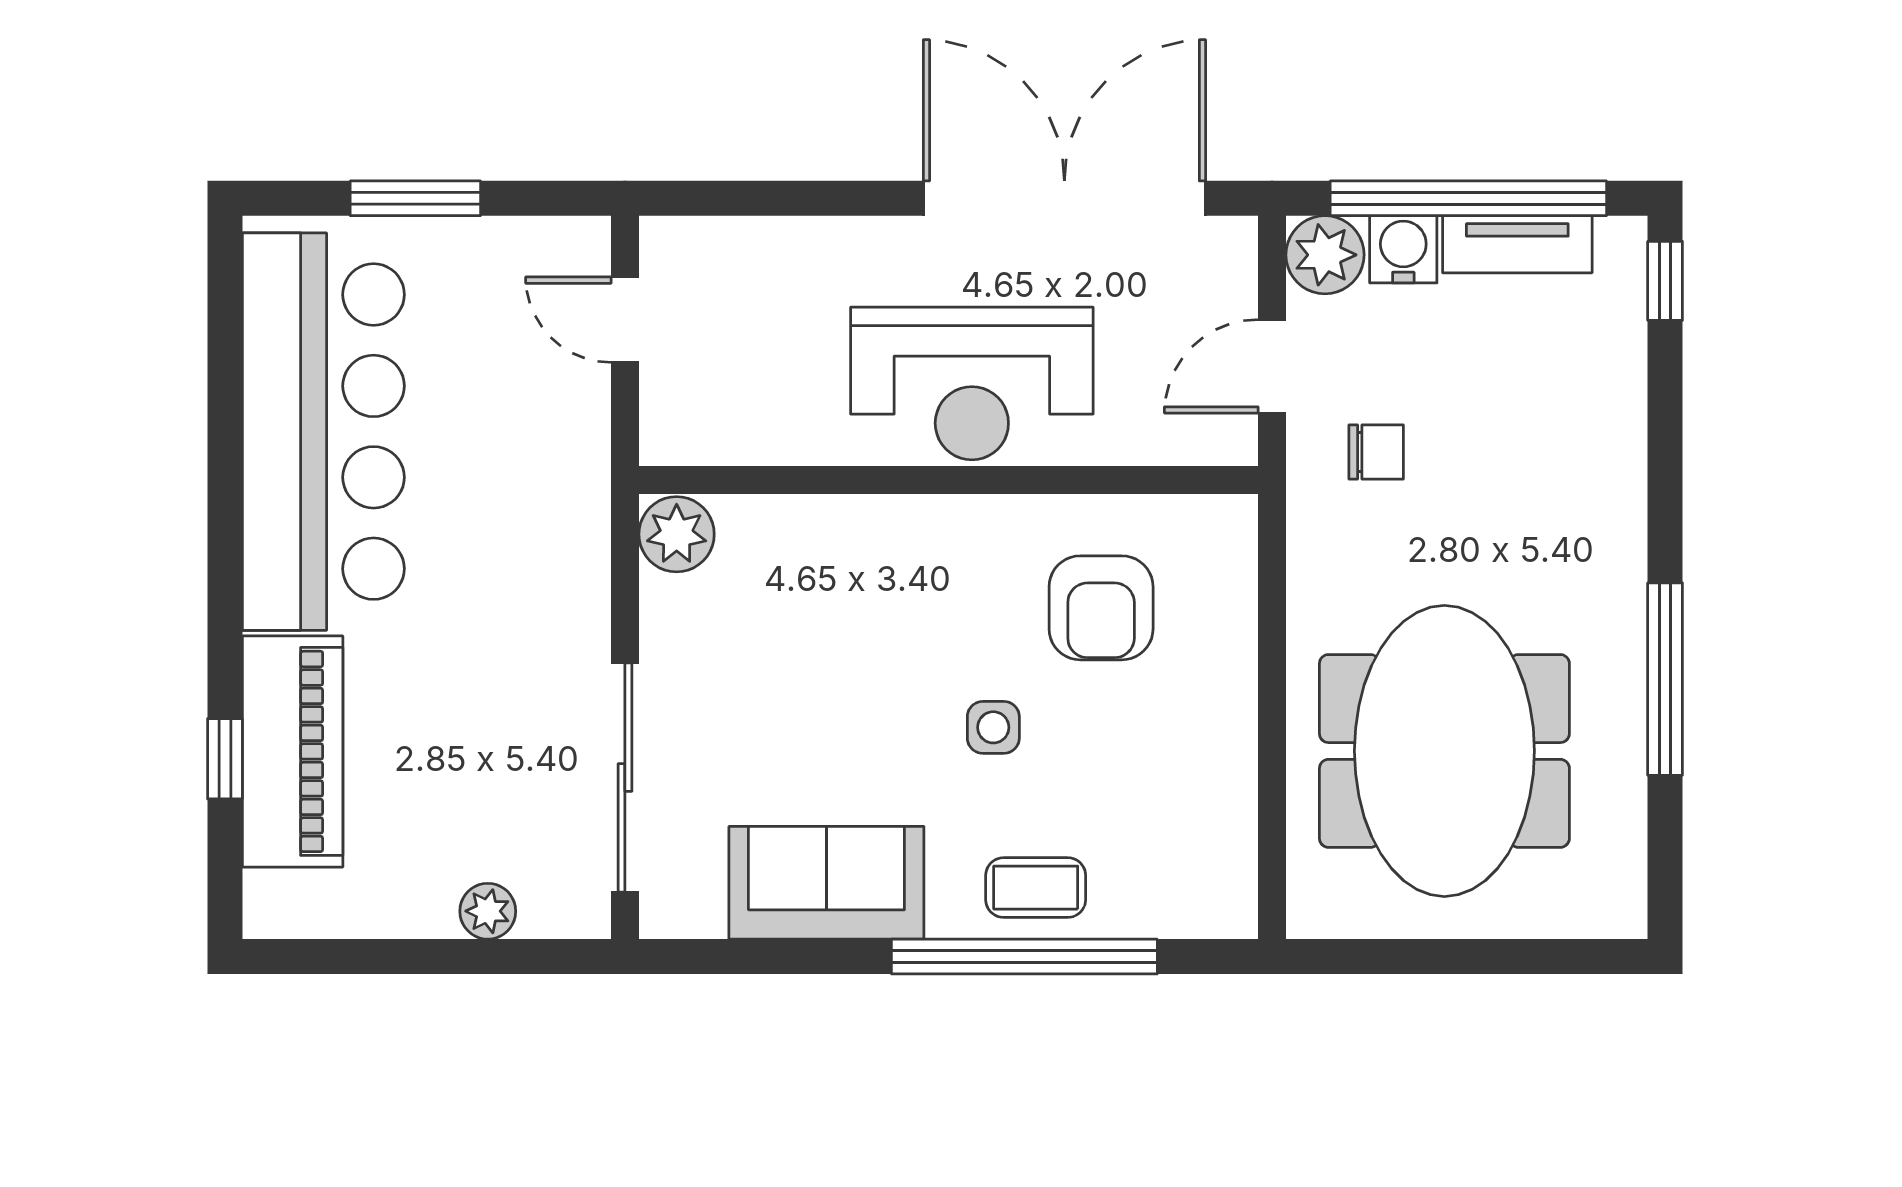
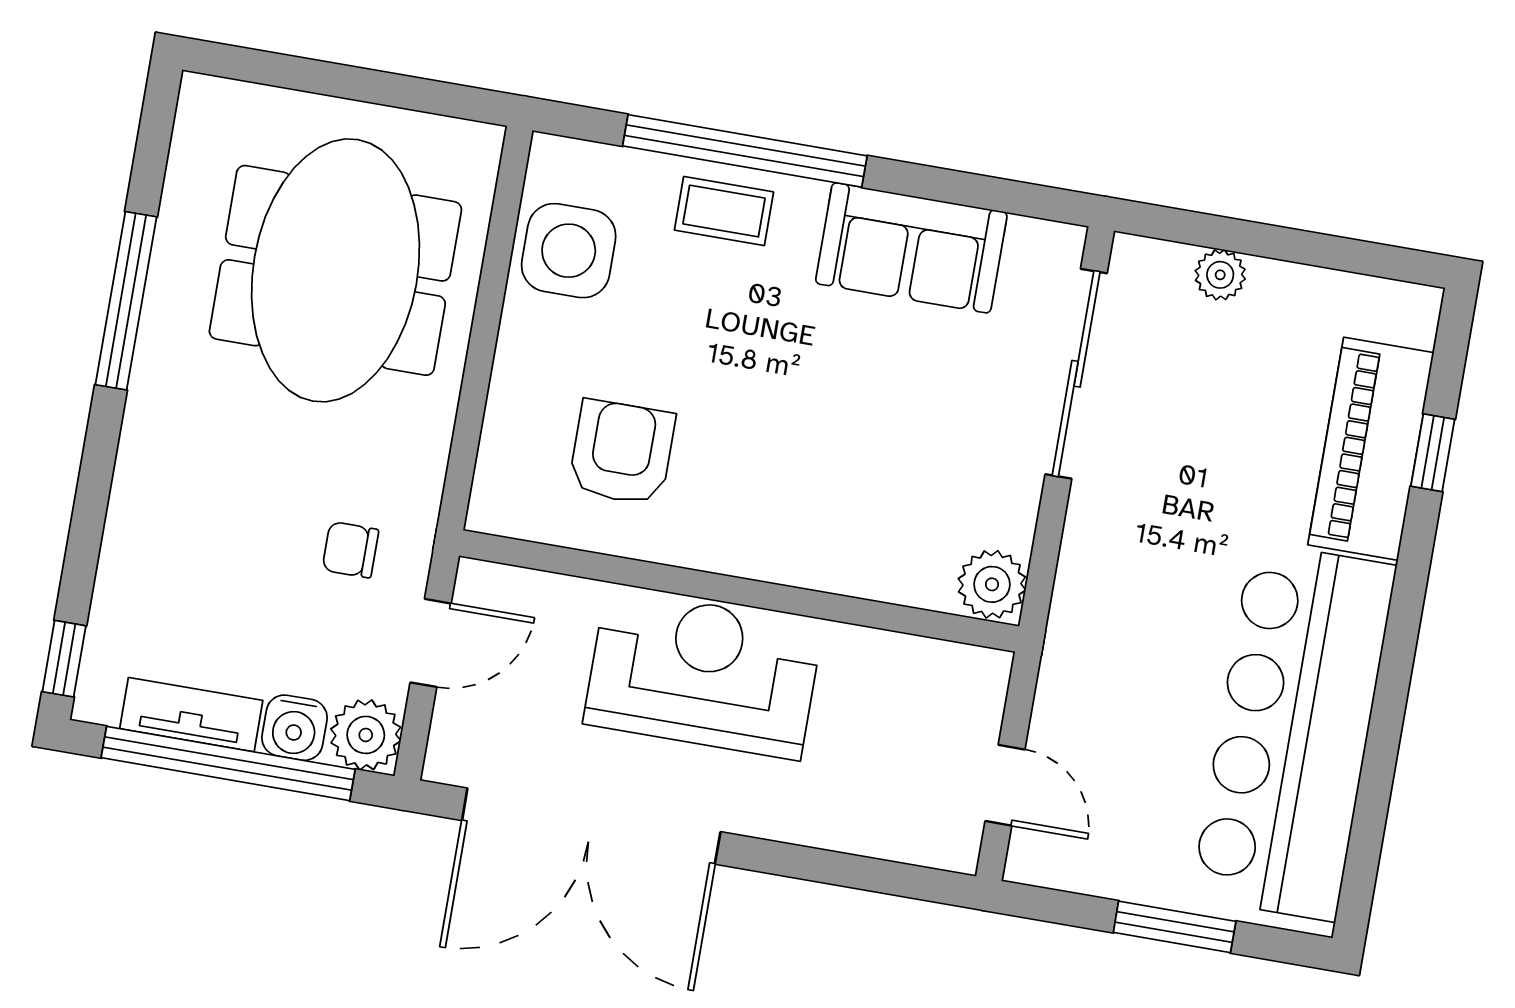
side table: (993, 727) -> (569, 251), moved, width x1.87, depth x1.87

